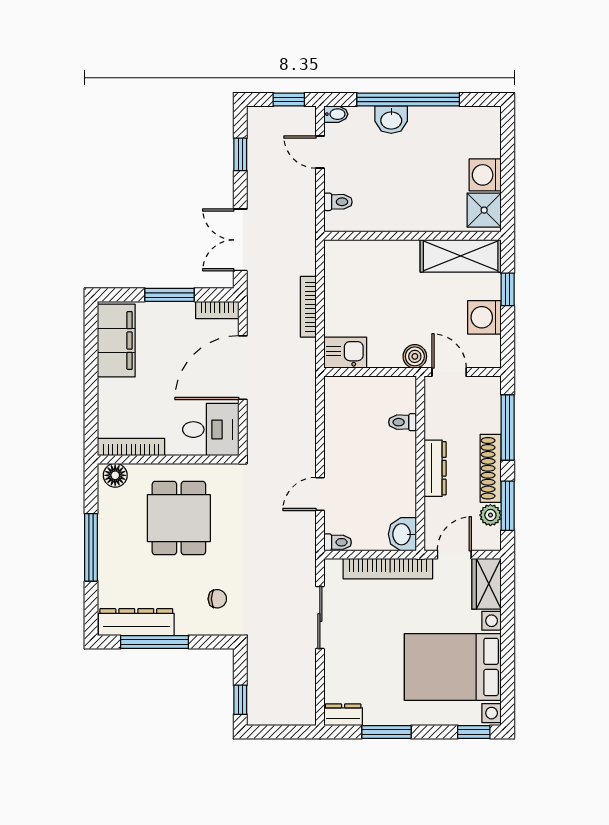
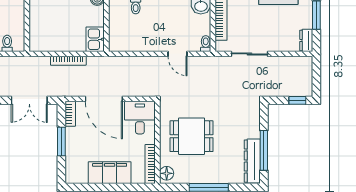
filing cabinet: (116, 341) -> (110, 173), moved
chair: (217, 599) -> (239, 114), removed

